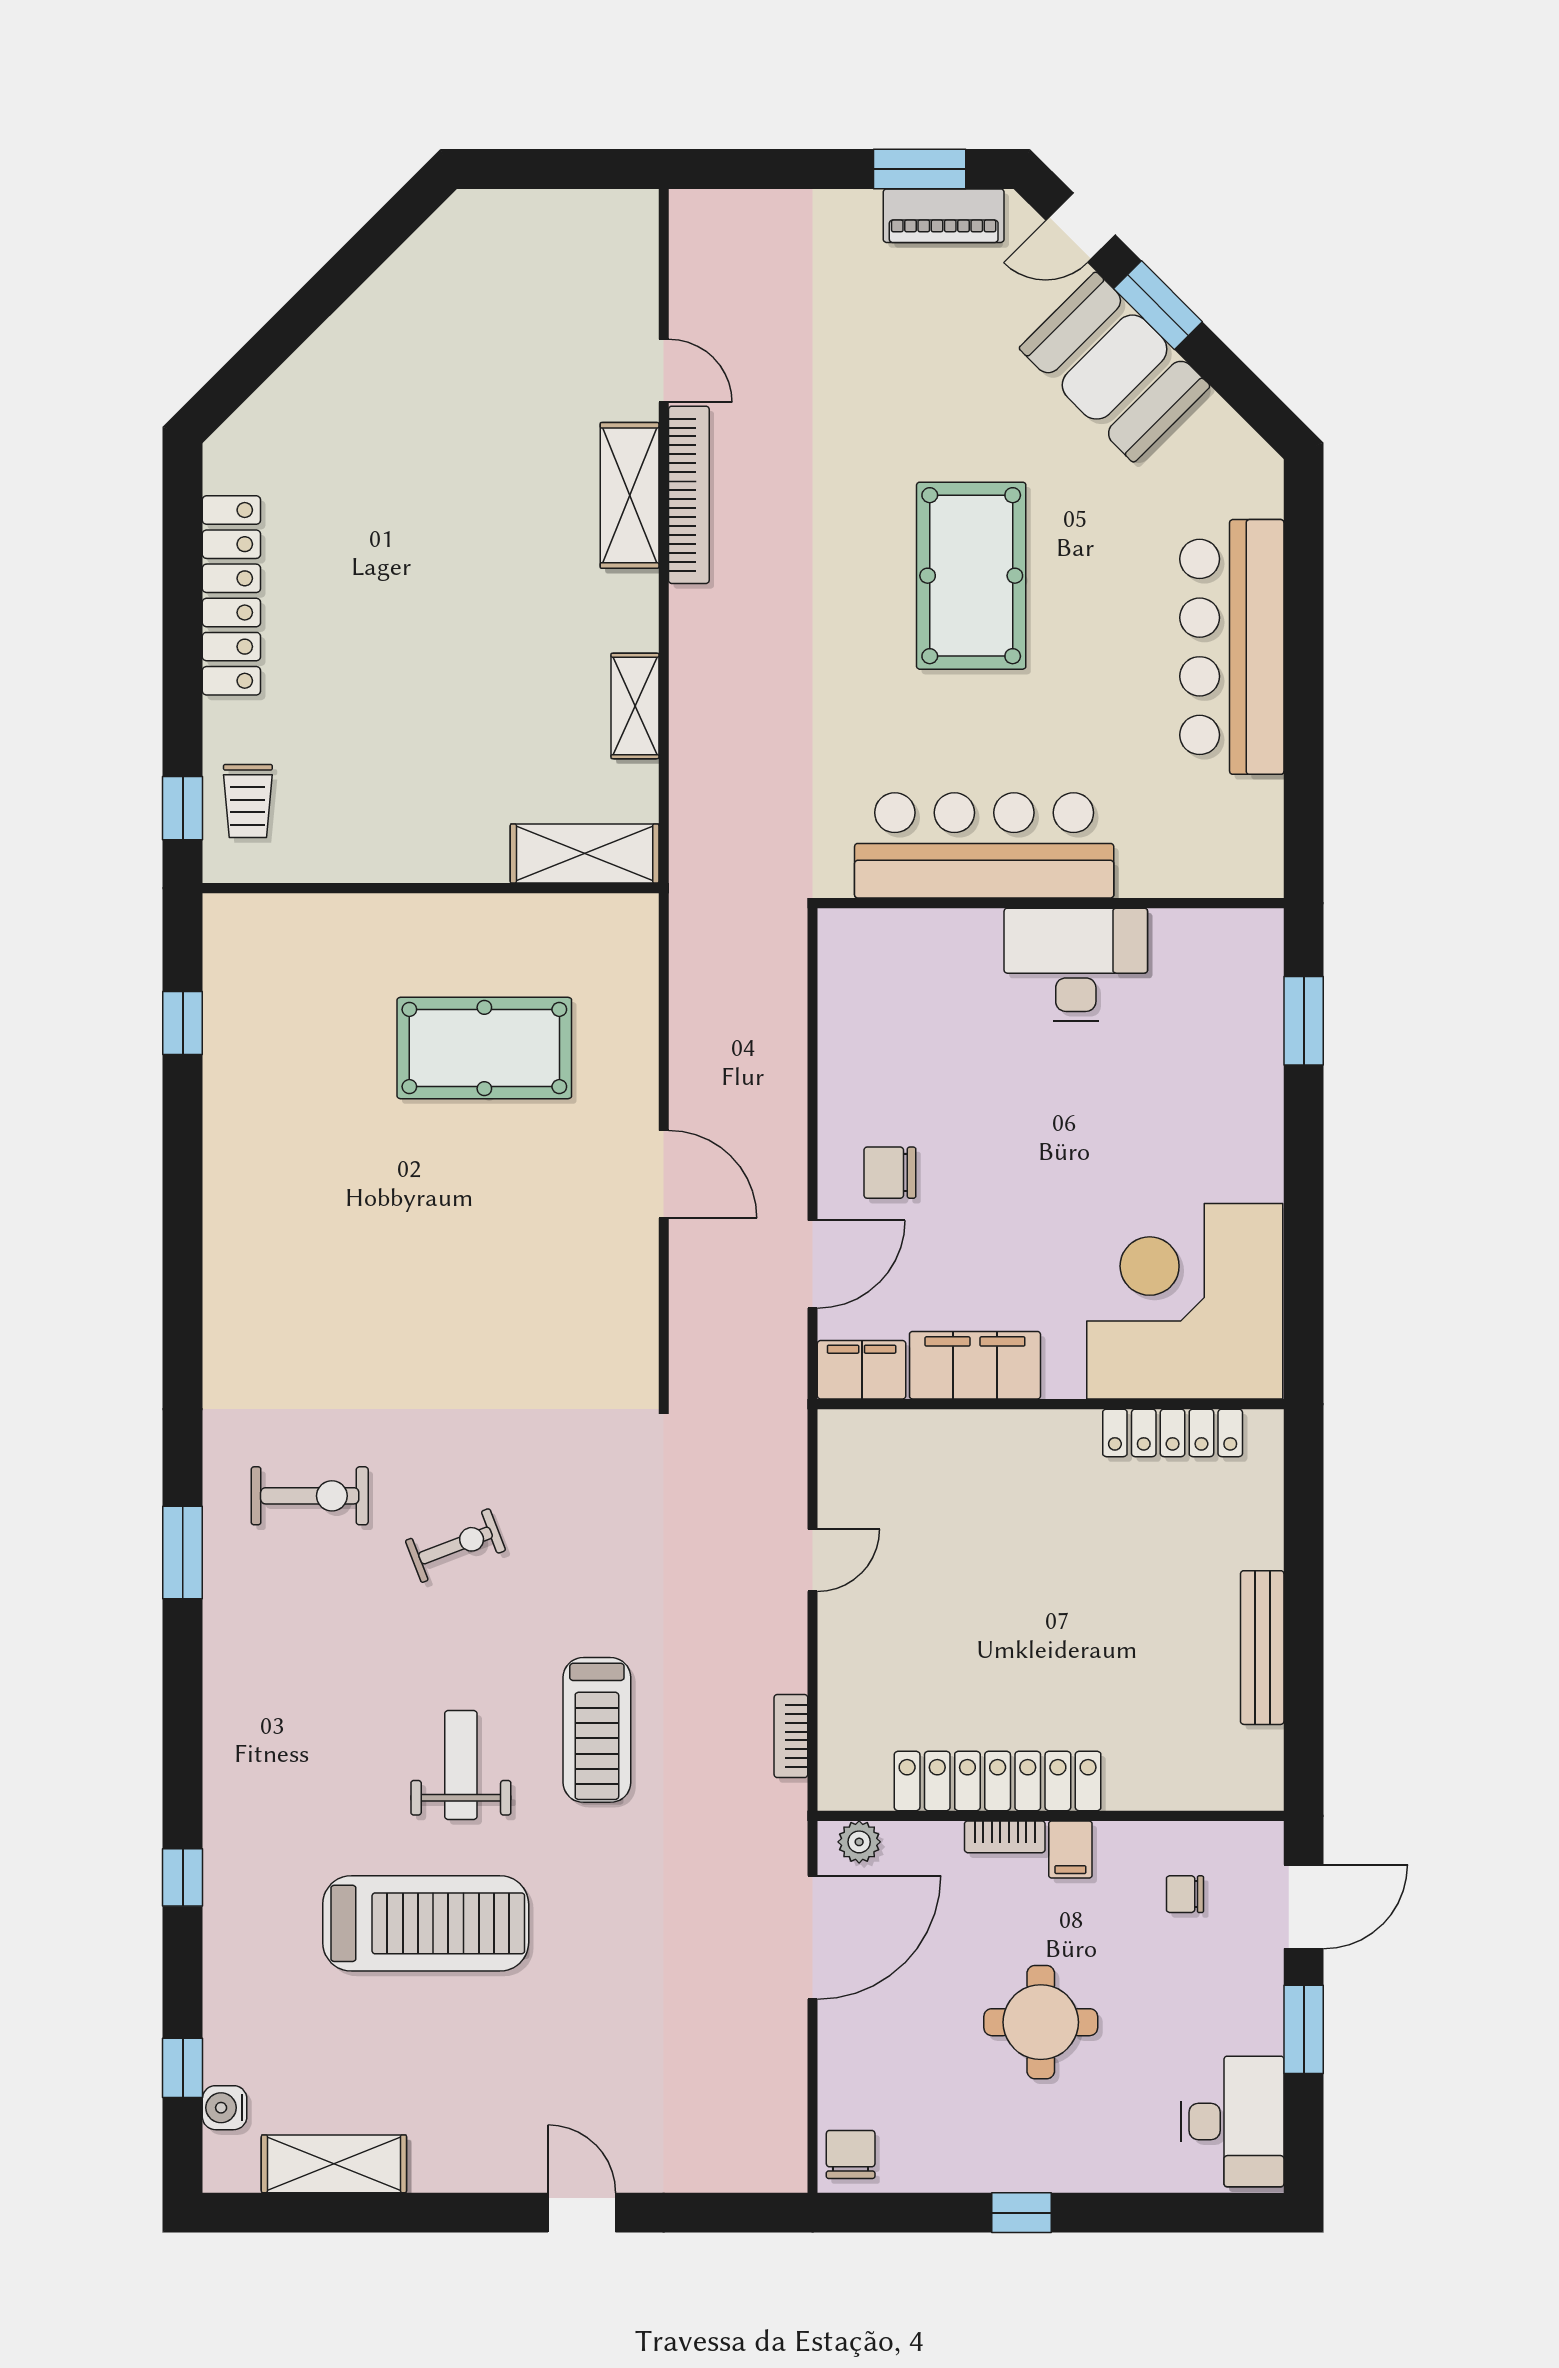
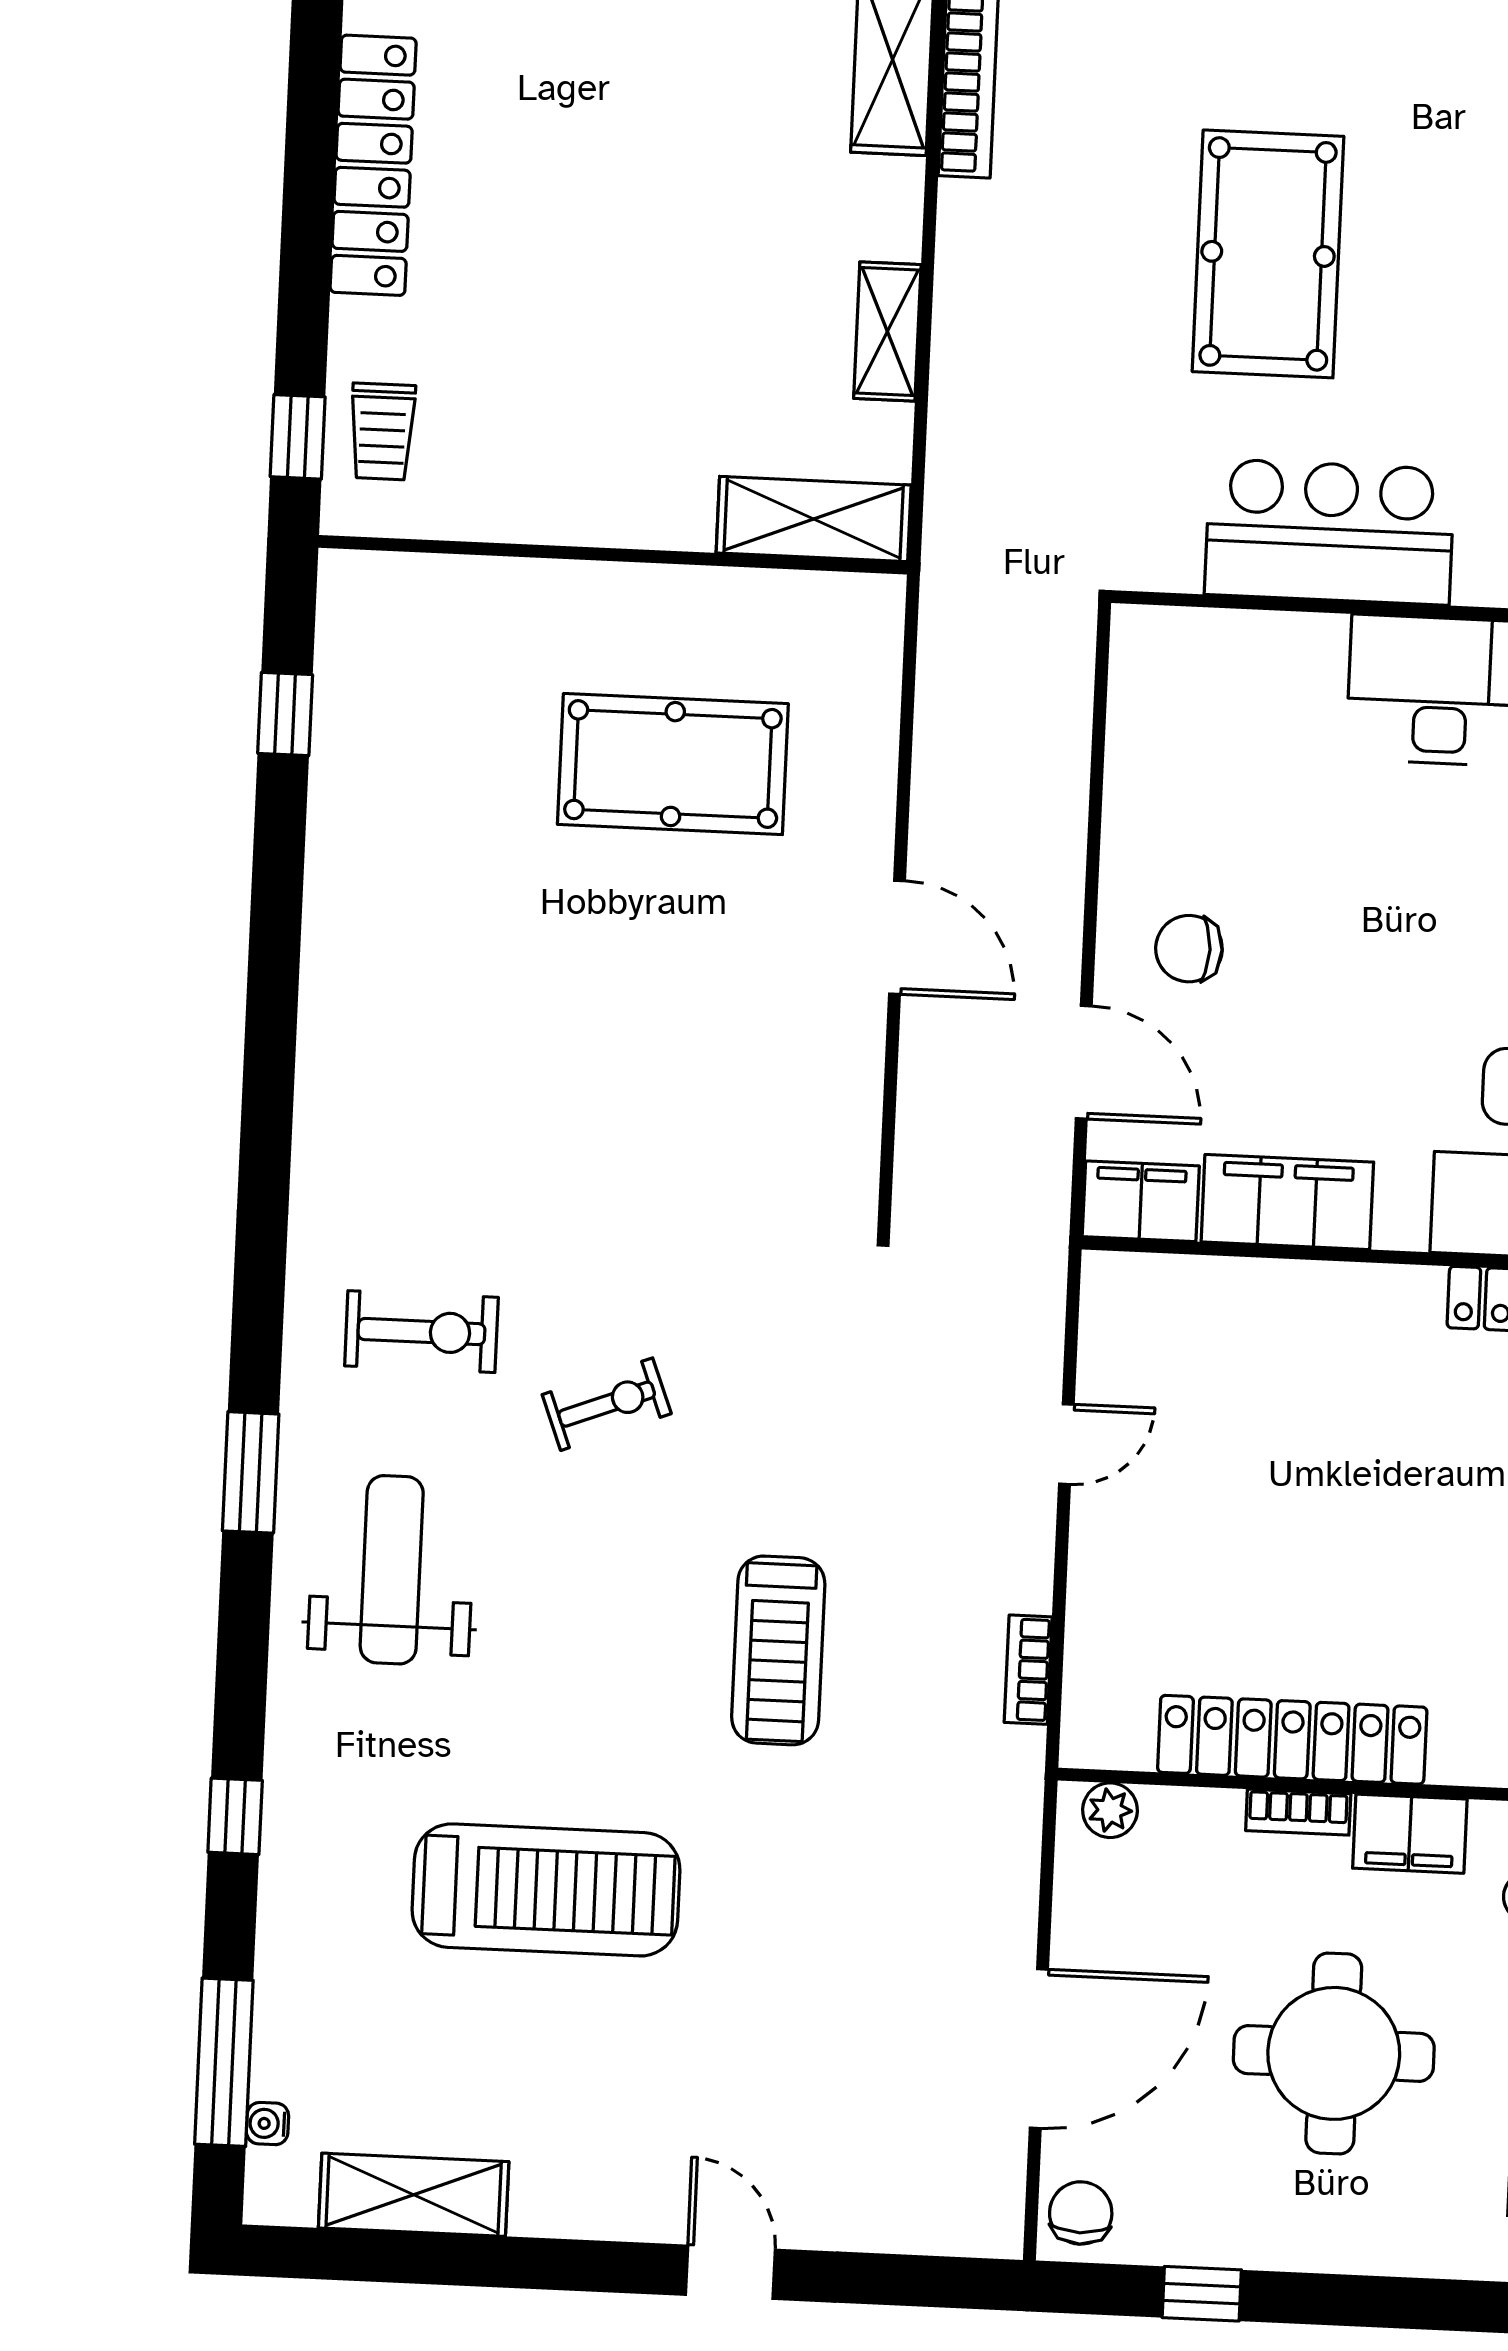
pool table: (971, 576) -> (1268, 254), moved
bar counter: (984, 845) -> (1330, 532), width x0.73
door: (813, 1264) -> (1084, 1062), hinge flipped
window: (183, 1552) -> (251, 1472), moved
weight bench: (461, 1765) -> (392, 1570), moved, width x1.36, depth x1.33
filing cabinet: (1070, 1849) -> (1410, 1834), width x2.00
door: (813, 1937) -> (1039, 2049), moved
round table: (1041, 2022) -> (1334, 2053), width x1.36, depth x1.36
window: (183, 2068) -> (224, 2062), width x2.17
water cooler: (225, 2108) -> (267, 2124), width x0.72, depth x0.72
window: (1022, 2213) -> (1202, 2294), moved

